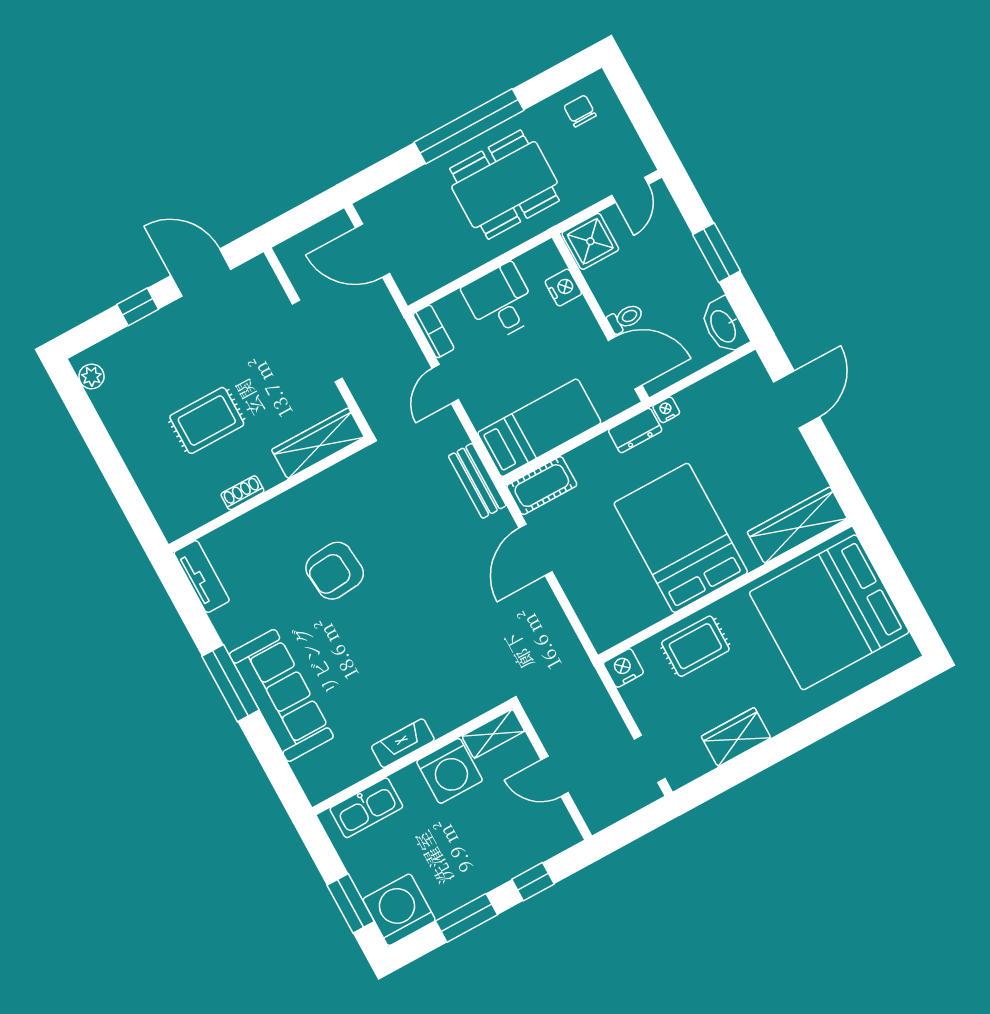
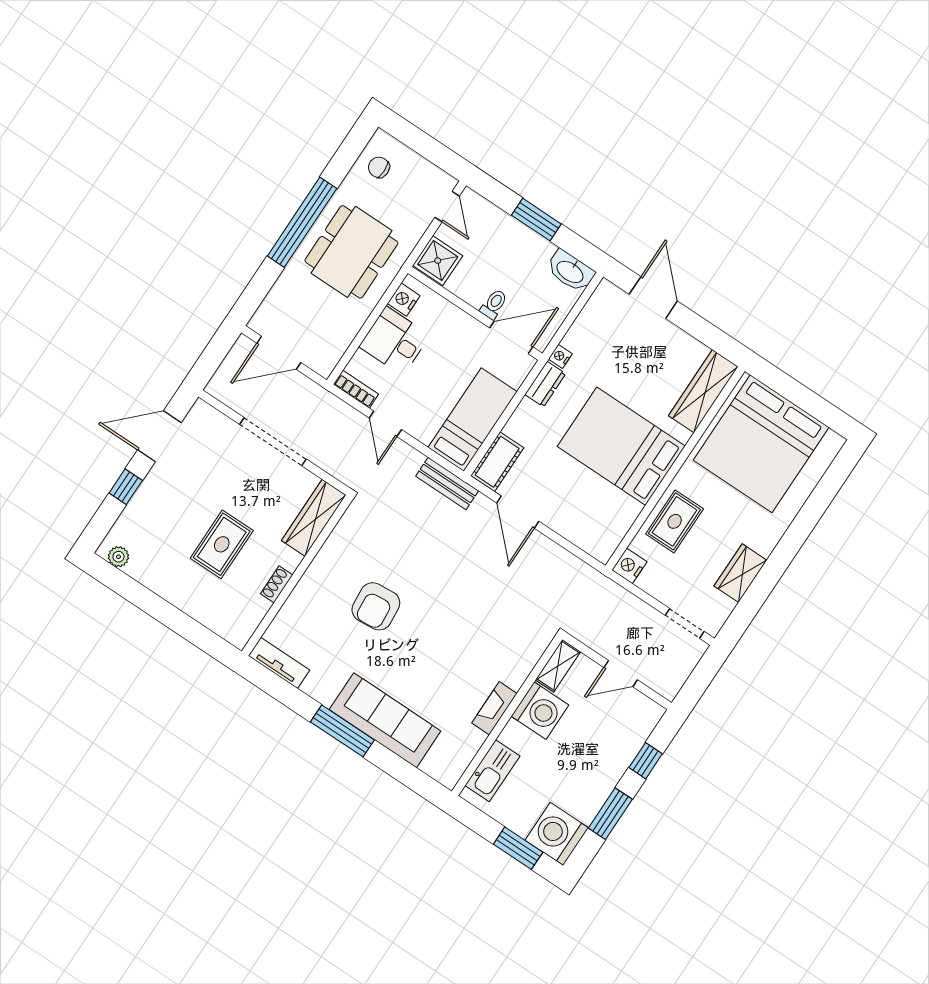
nightstand: (563, 288) -> (404, 300), moved, turned -90

